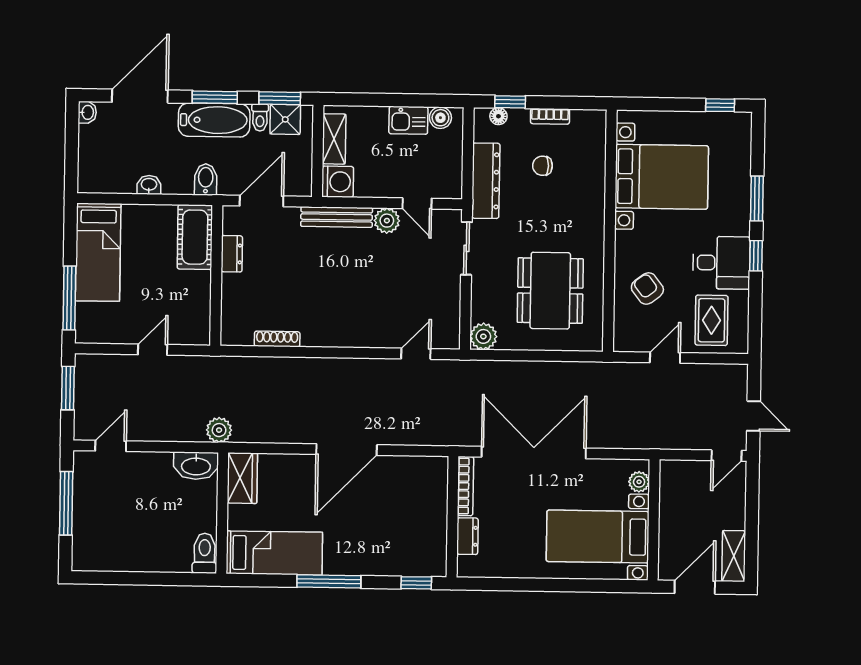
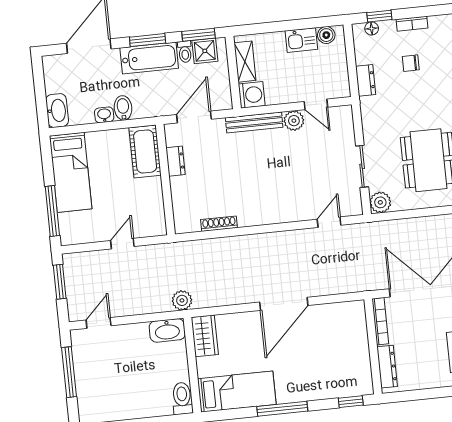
washbasin: (87, 112) -> (57, 111), moved, width x1.91, depth x1.45
bidet: (206, 179) -> (123, 108), moved
dresser: (486, 181) -> (366, 80), width x0.51, depth x0.80
sliding door: (466, 248) -> (362, 166), moved
dresser: (467, 536) -> (387, 367), width x1.44

